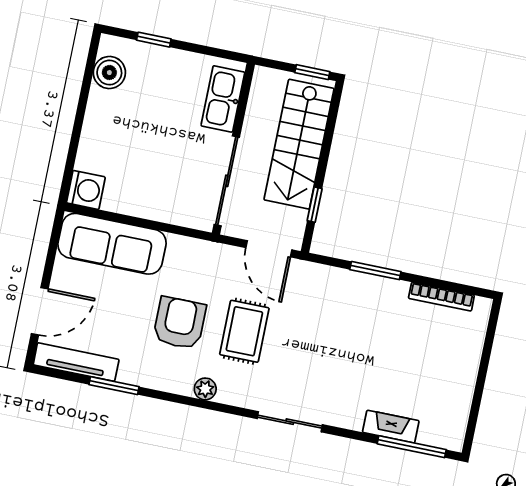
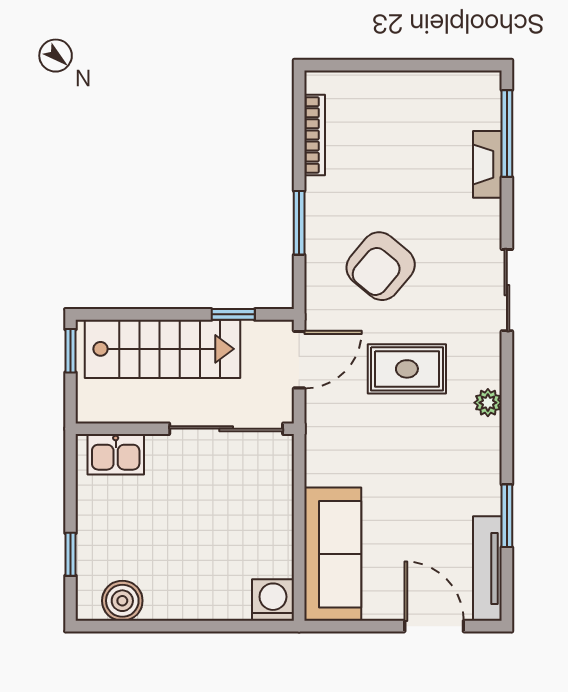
kitchen sink: (223, 99) -> (116, 454), width x0.73
armchair: (179, 323) -> (381, 266), moved, turned -50

